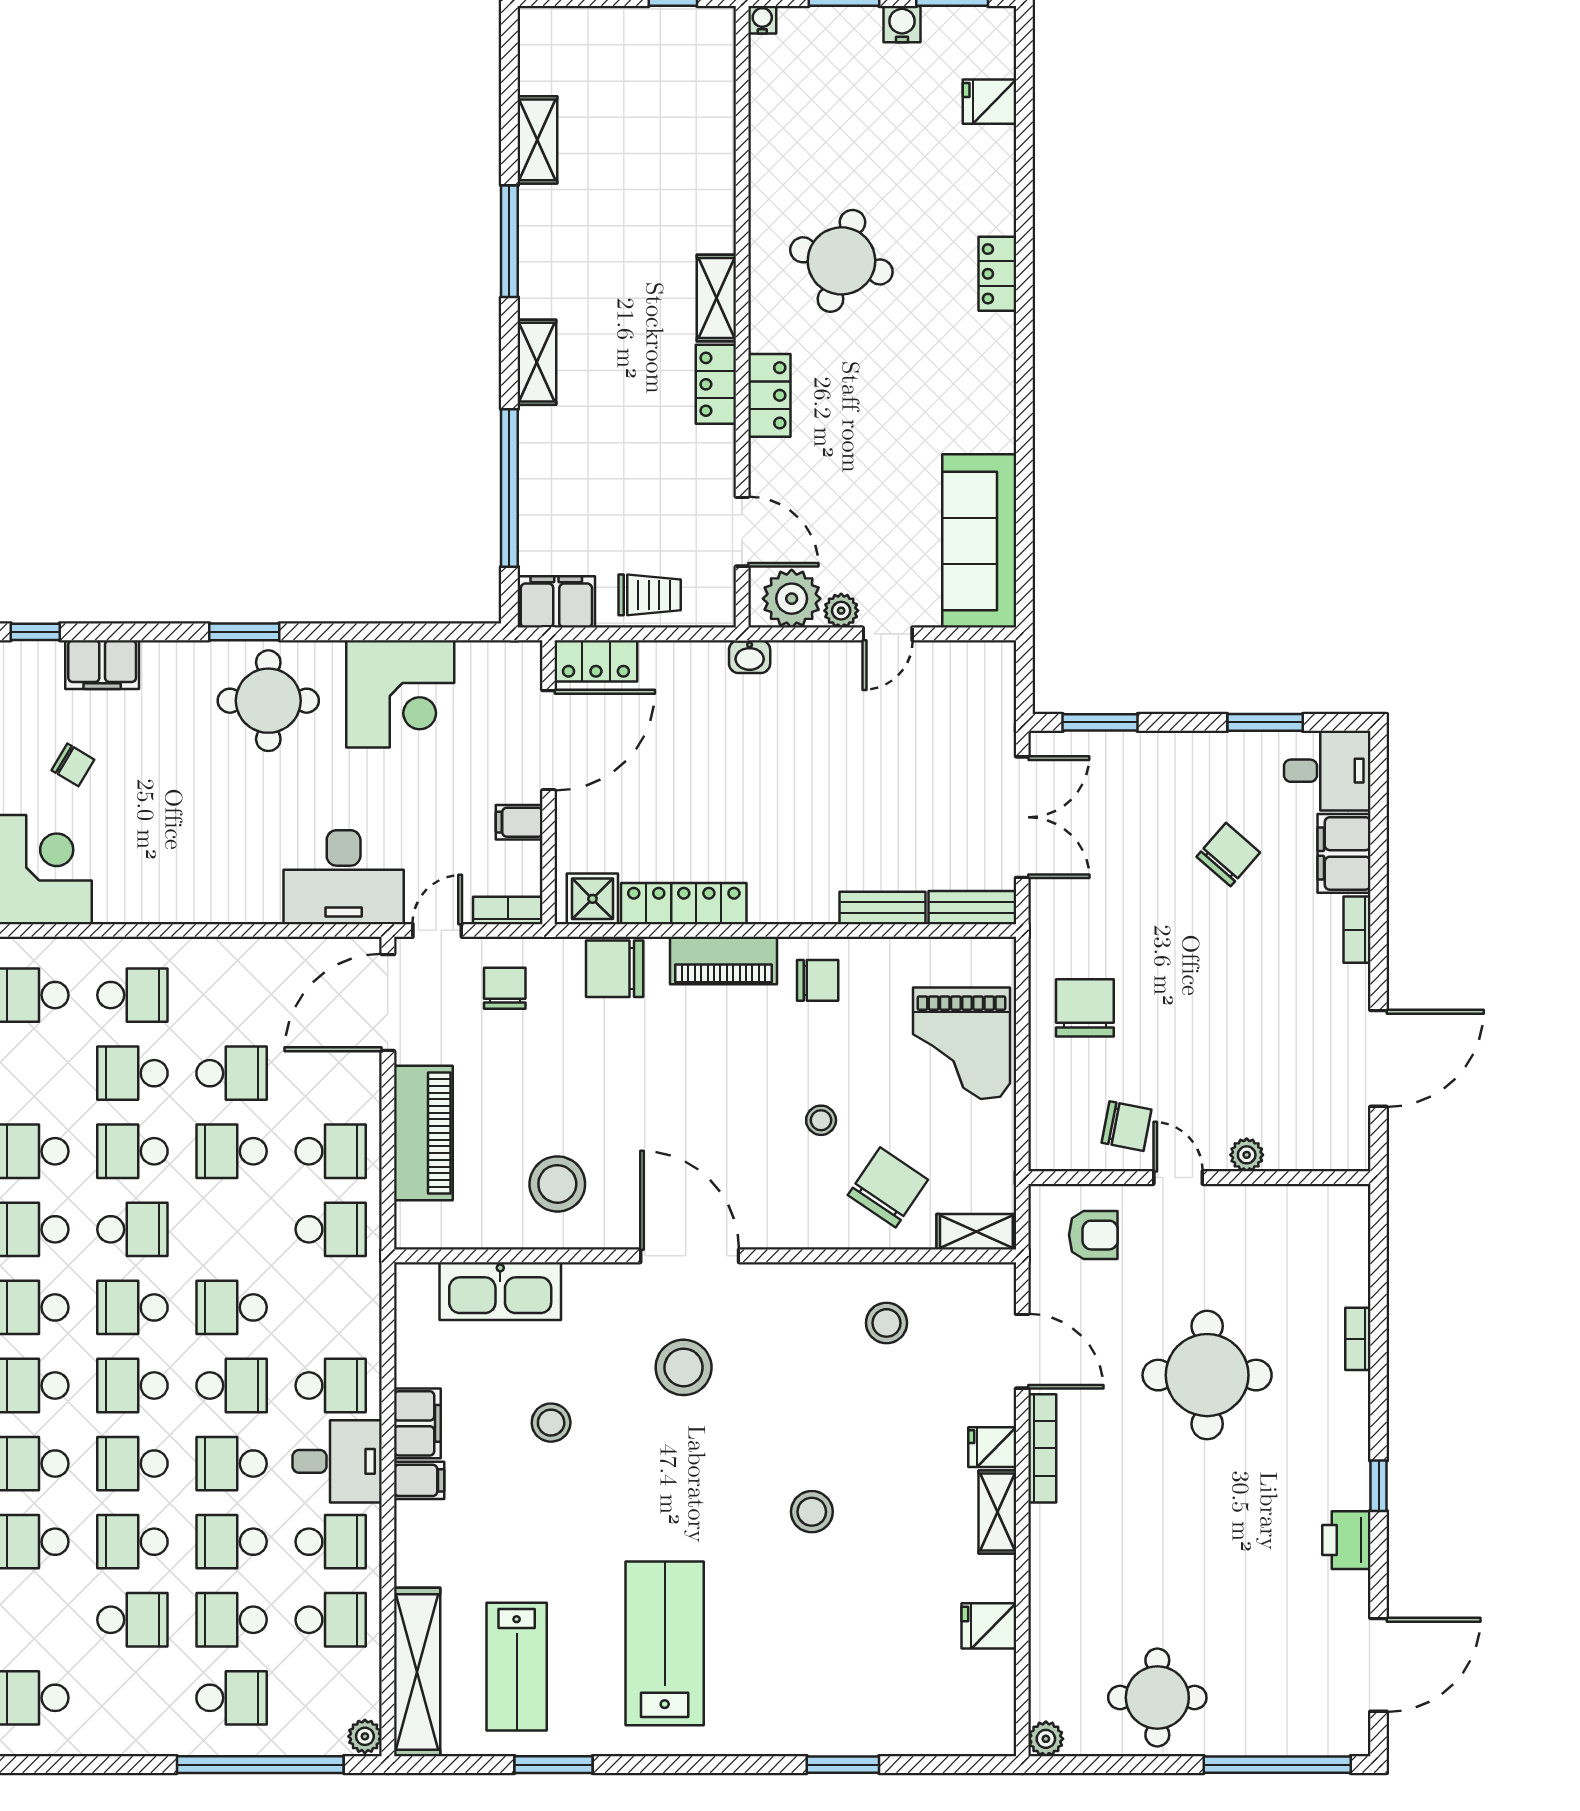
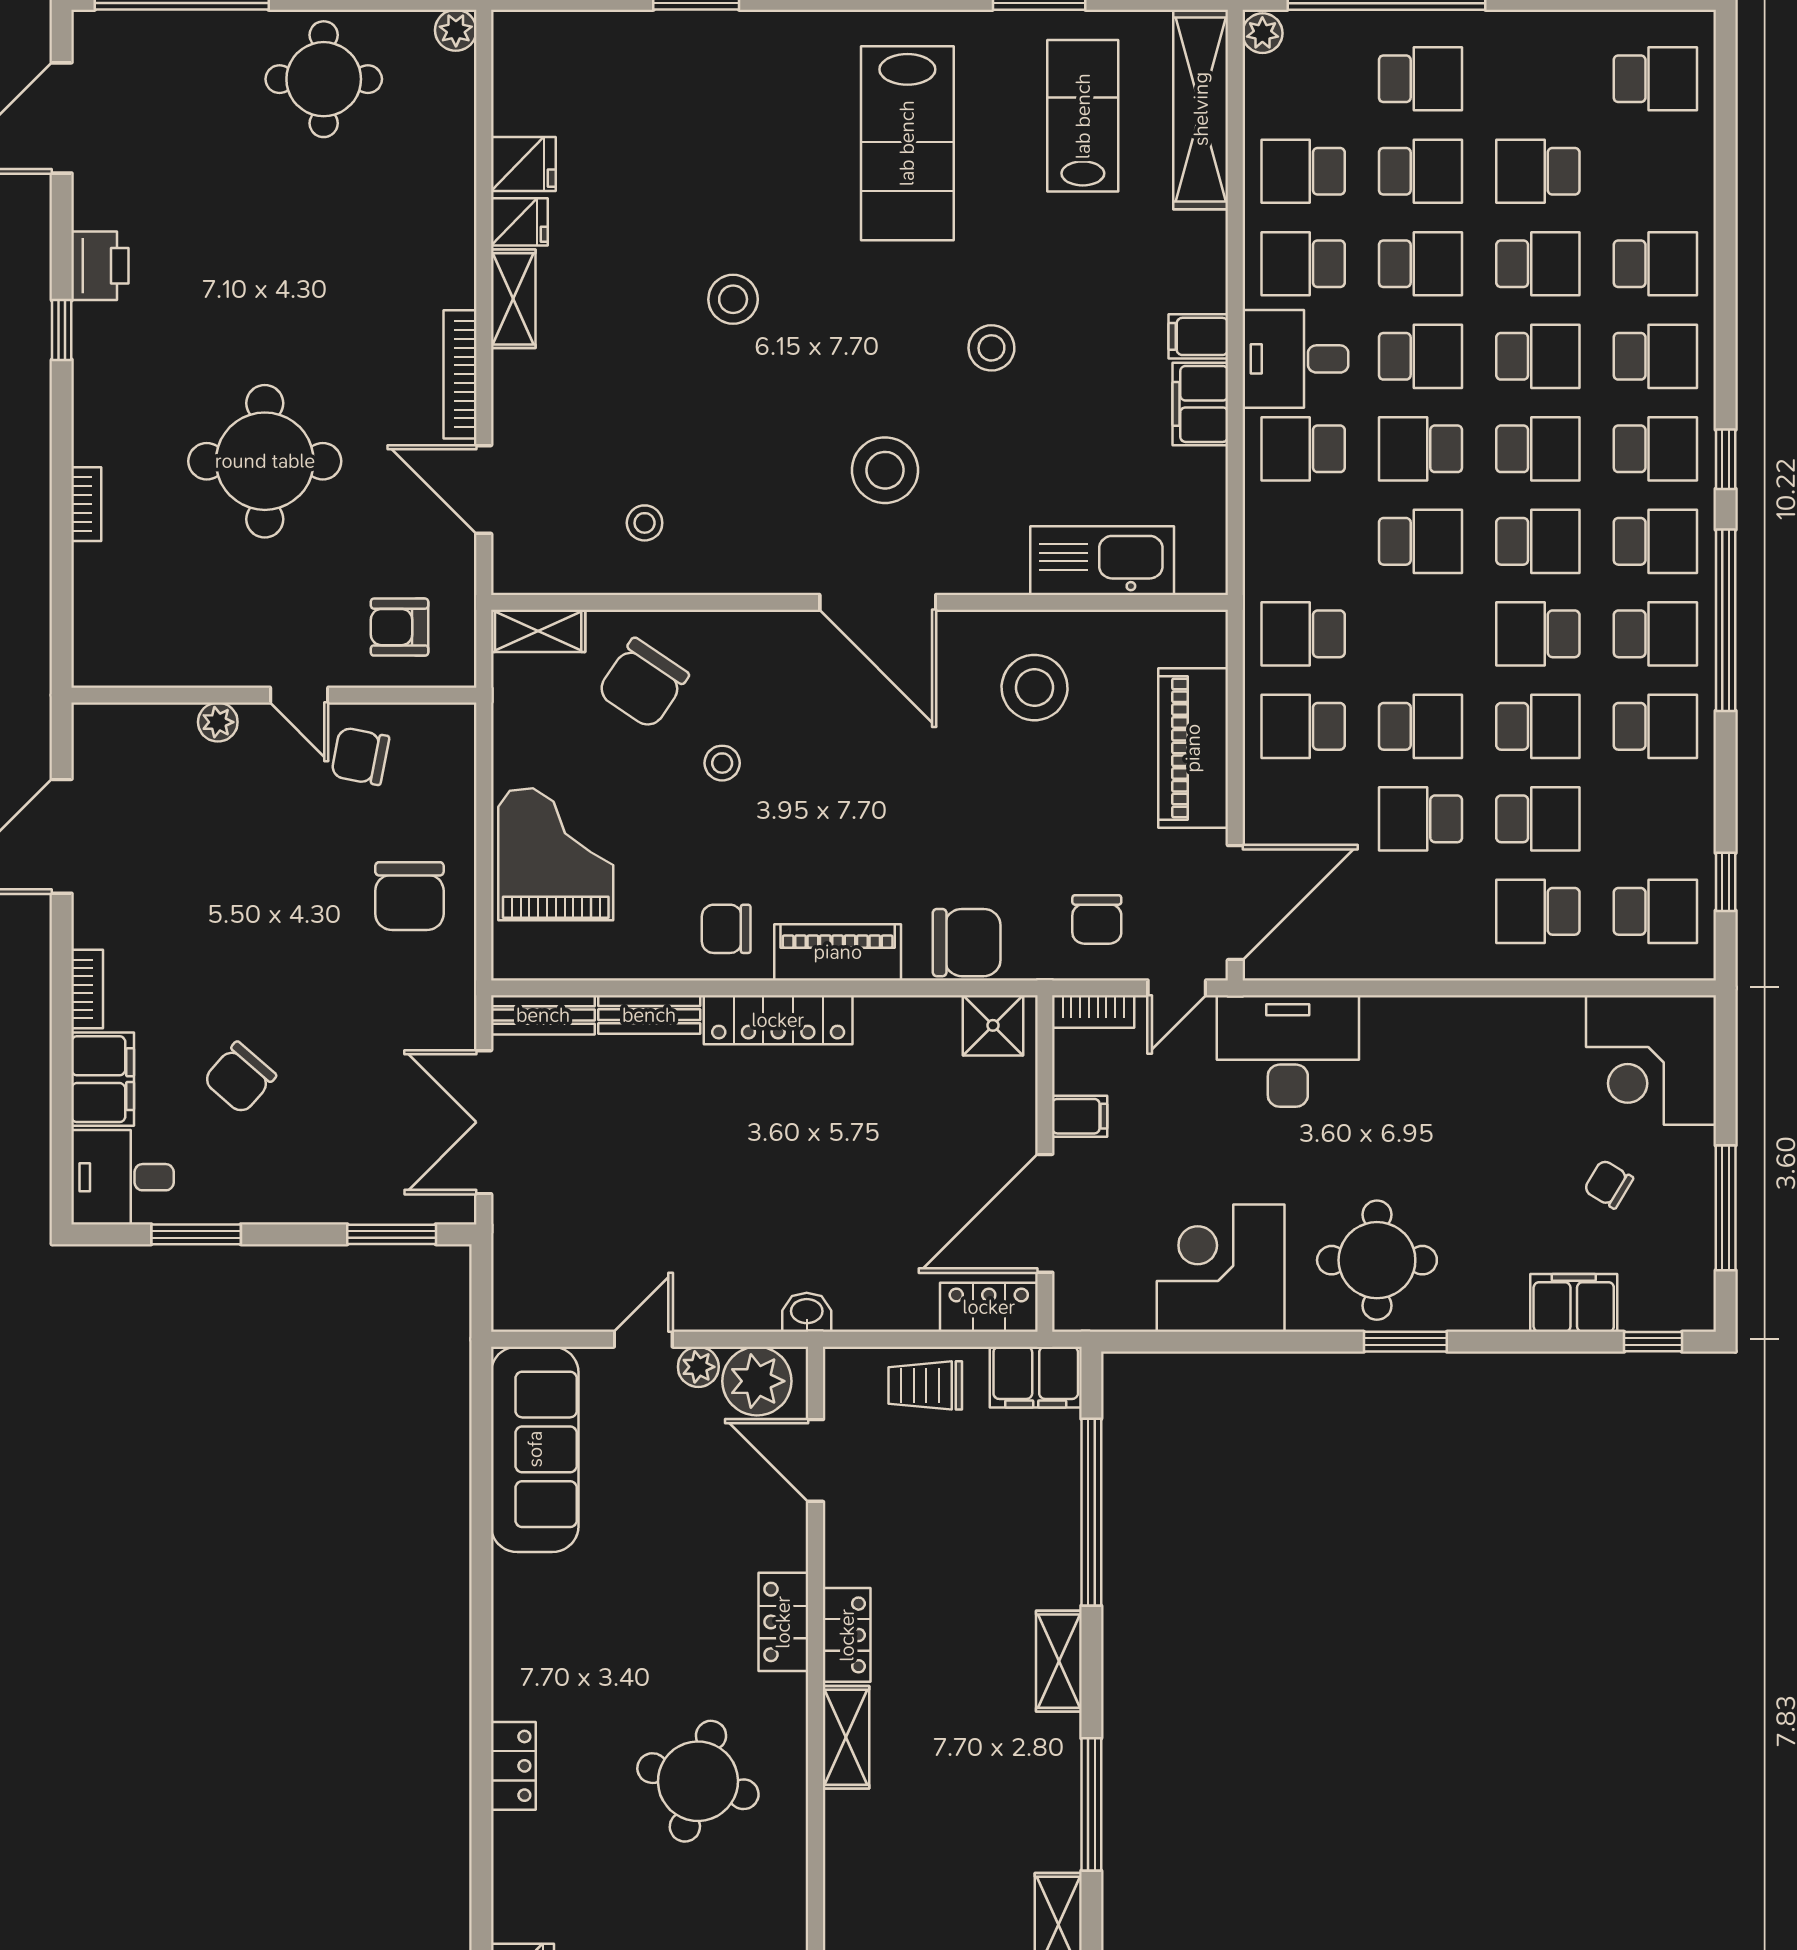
locker: (684, 904) -> (778, 1020), moved
stool: (886, 1323) -> (645, 523), width x0.73, depth x0.73
stool: (551, 1423) -> (991, 348), moved
fridge: (992, 1447) -> (519, 222), moved
school desk: (232, 1698) -> (1421, 79), turned 180

